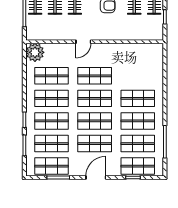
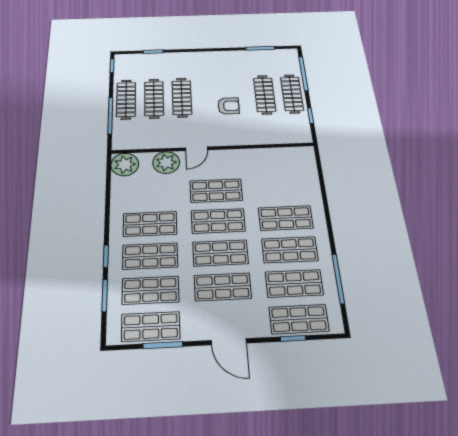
plant: (63, 52) -> (166, 163), added
shop shelf: (51, 76) -> (150, 193), removed
door: (96, 177) -> (229, 342), swing flipped

